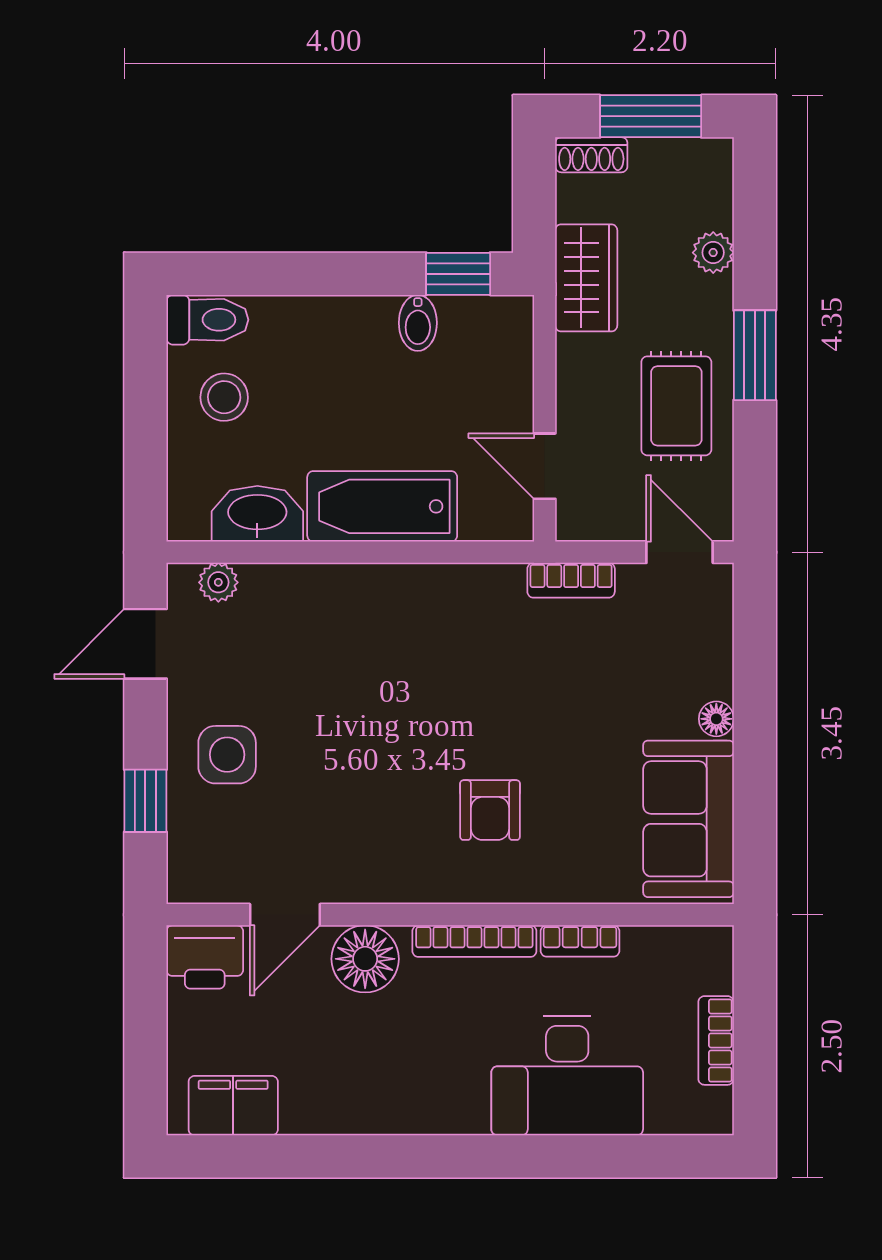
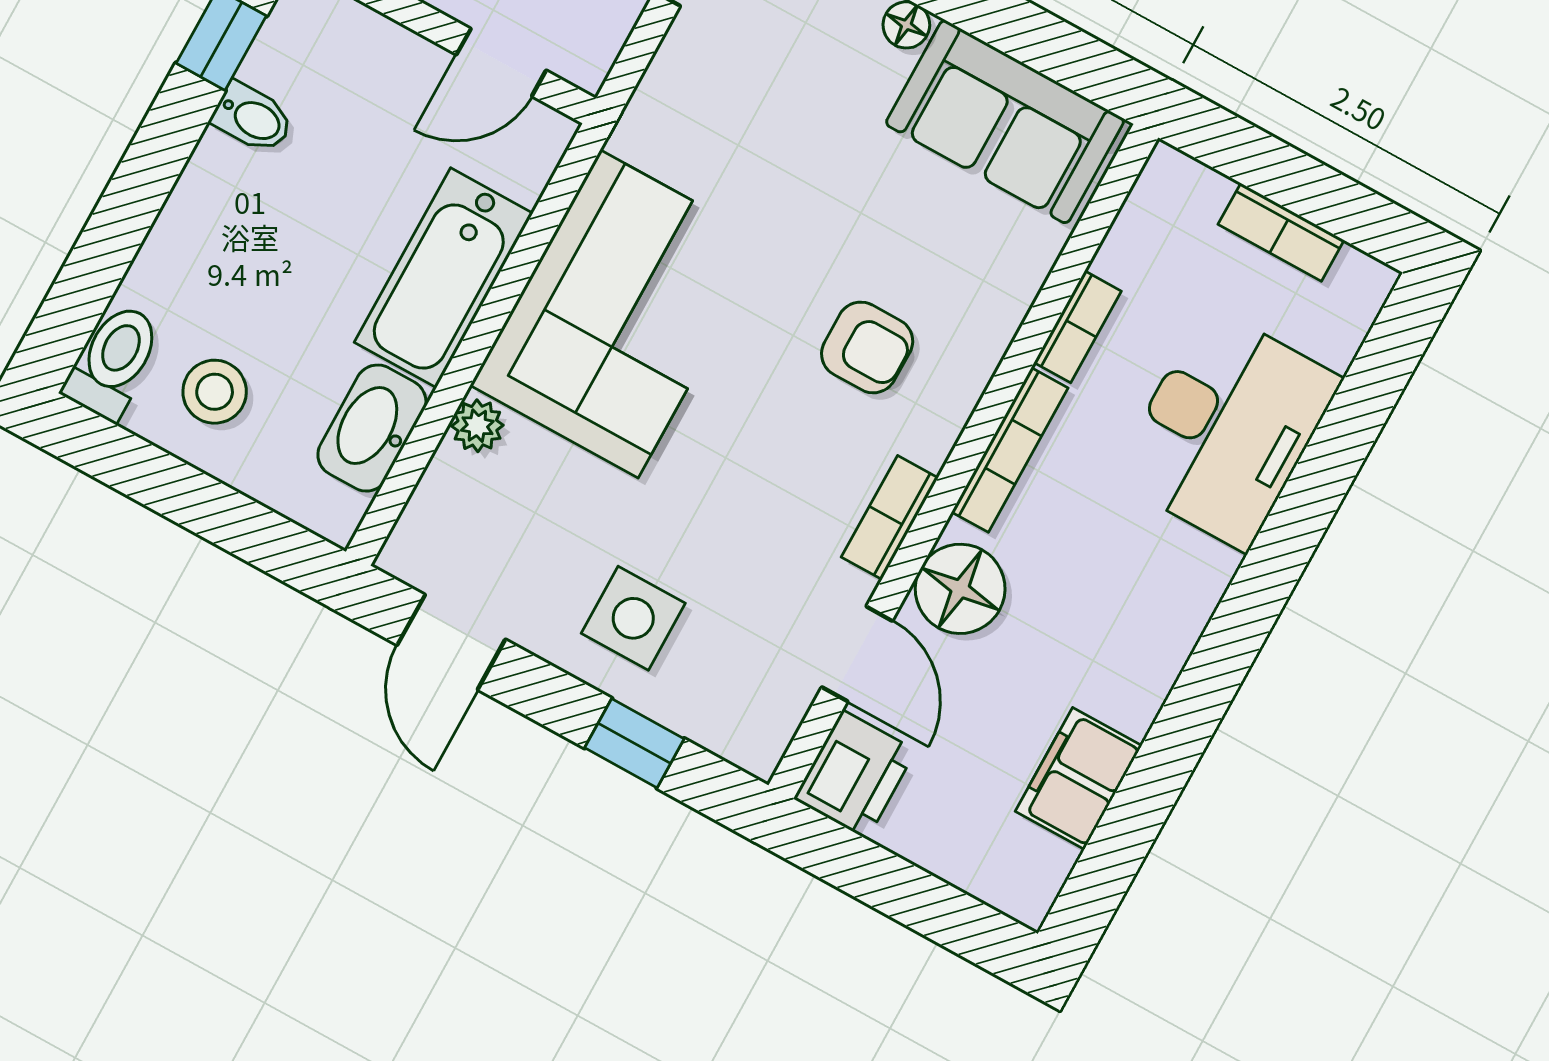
bookcase: (571, 580) -> (890, 518), moved, turned 180
plant: (218, 582) -> (477, 426), moved
corner sofa: (422, 635) -> (619, 314), added
filing cabinet: (233, 1106) -> (1079, 778), moved

